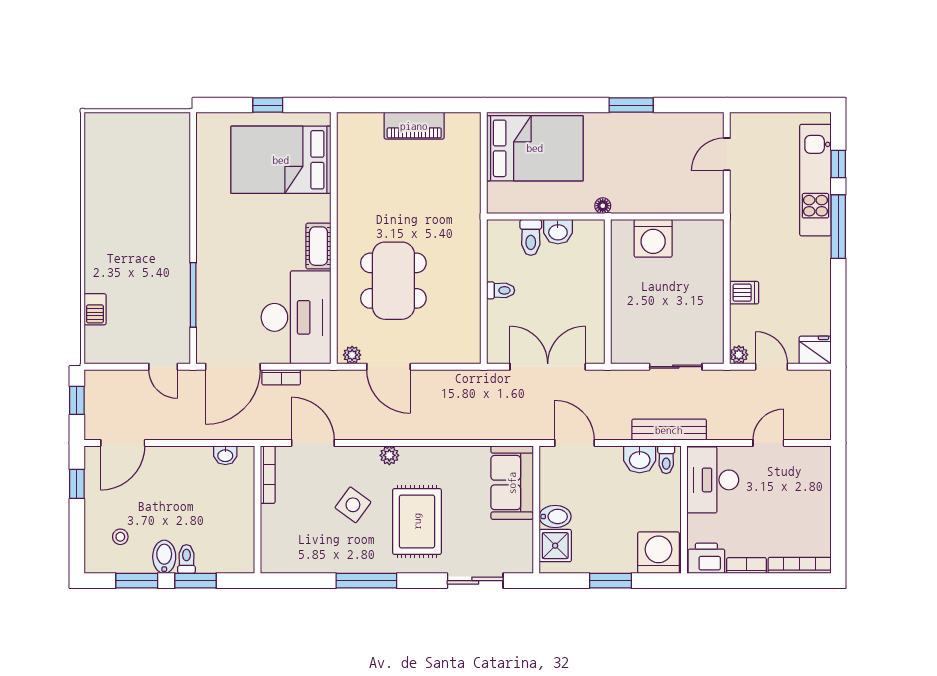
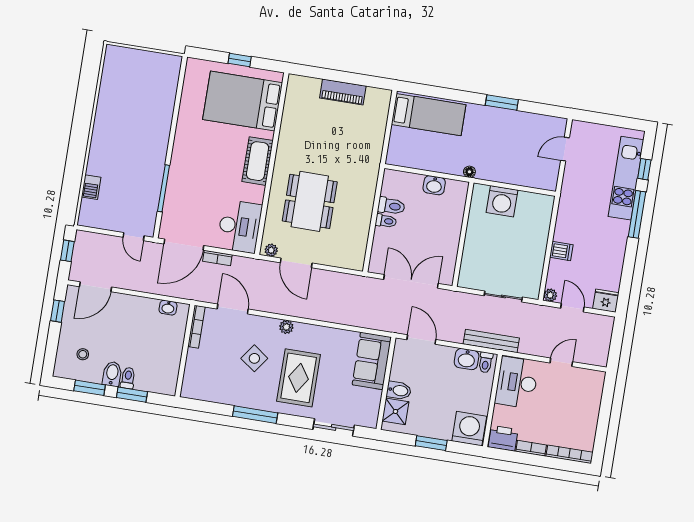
bed: (535, 148) -> (429, 115), width x0.67
toilet: (531, 237) -> (391, 206), moved, turned -90
cot: (318, 246) -> (258, 161), width x1.37, depth x1.34
desk: (296, 317) -> (240, 226), width x0.73, depth x0.77

